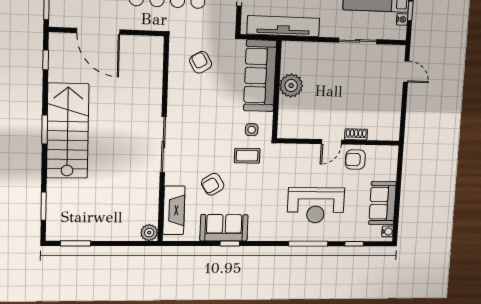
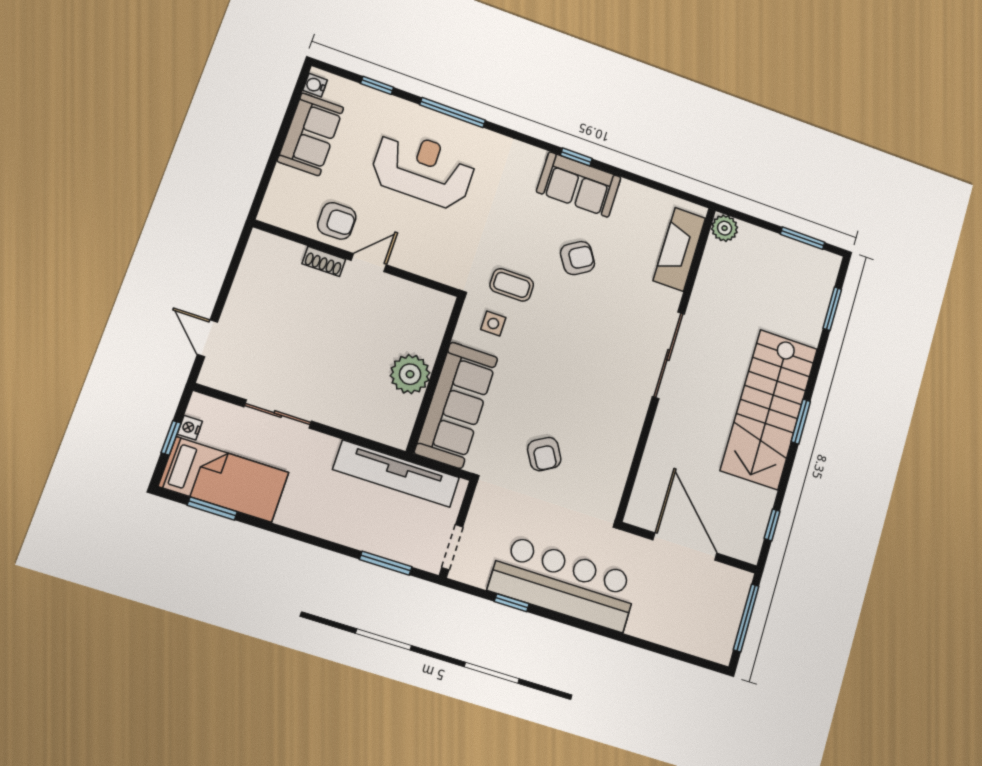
wall: (163, 140) -> (666, 362), moved
sliding door: (163, 145) -> (668, 355), moved
fireplace: (174, 210) -> (679, 249), moved
plant: (149, 233) -> (725, 228), moved

